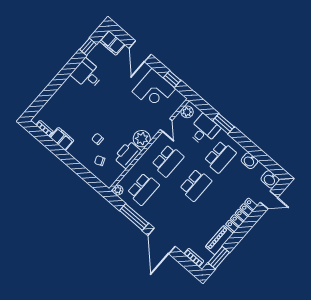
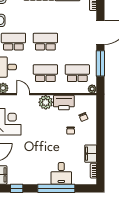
desk: (87, 74) -> (61, 173), moved
window: (58, 82) -> (56, 188), added
door: (166, 125) -> (23, 94), hinge flipped

